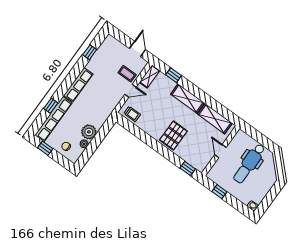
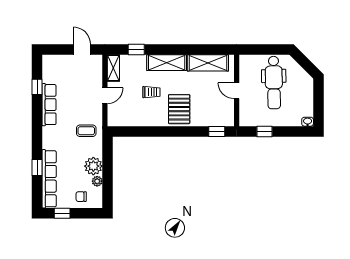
coffee table: (127, 74) -> (86, 131), moved
row of seats: (78, 85) -> (49, 105), moved
trolley: (132, 114) -> (151, 92), moved

